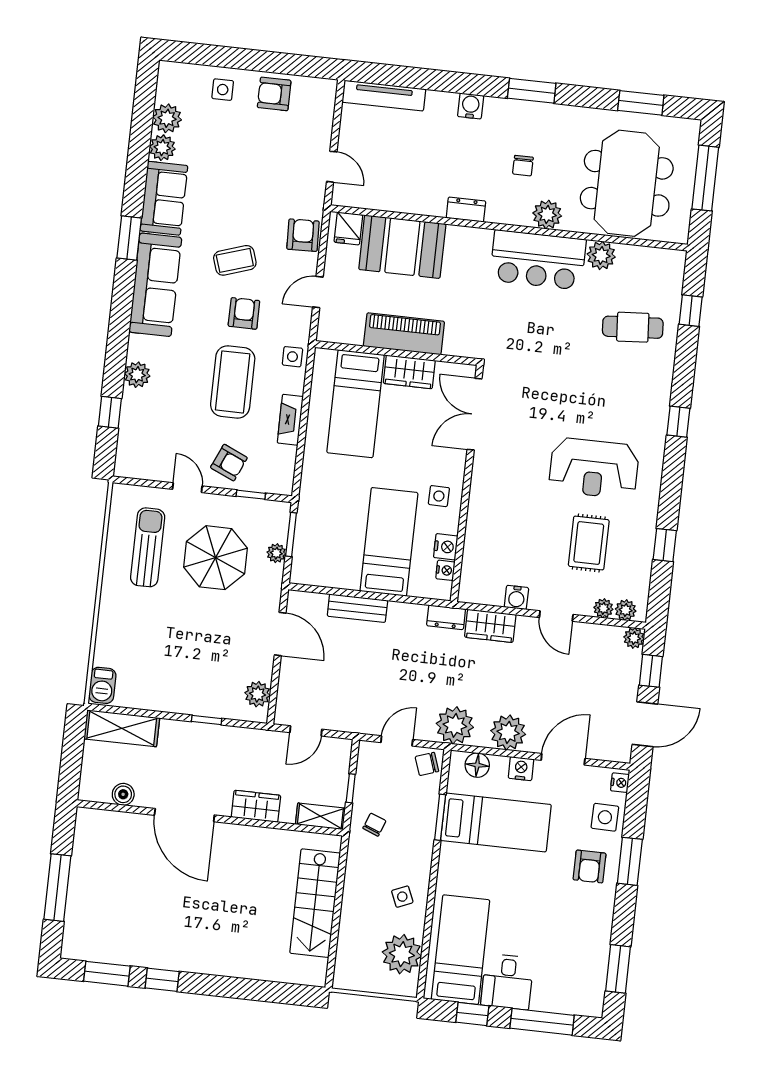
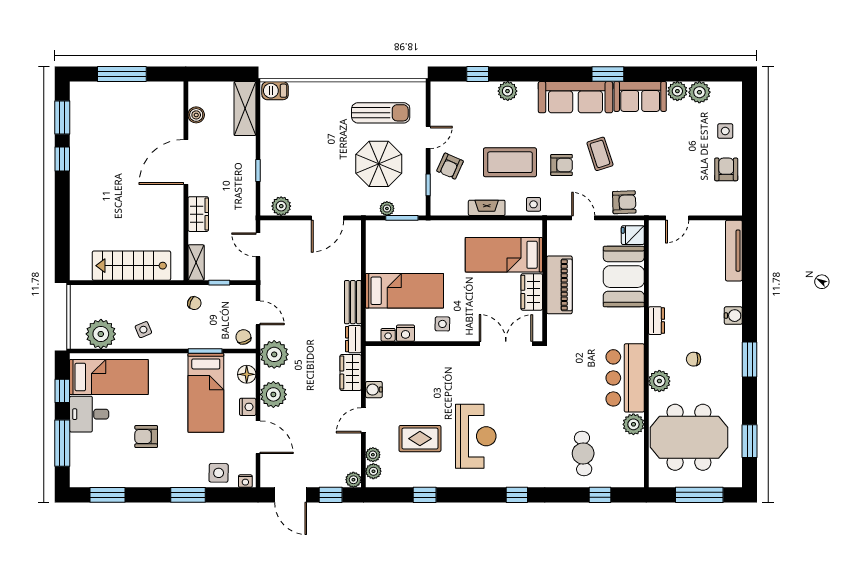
reception desk: (594, 468) -> (476, 436), turned 180
bench: (357, 608) -> (353, 302), moved
armchair: (590, 867) -> (146, 437), moved

